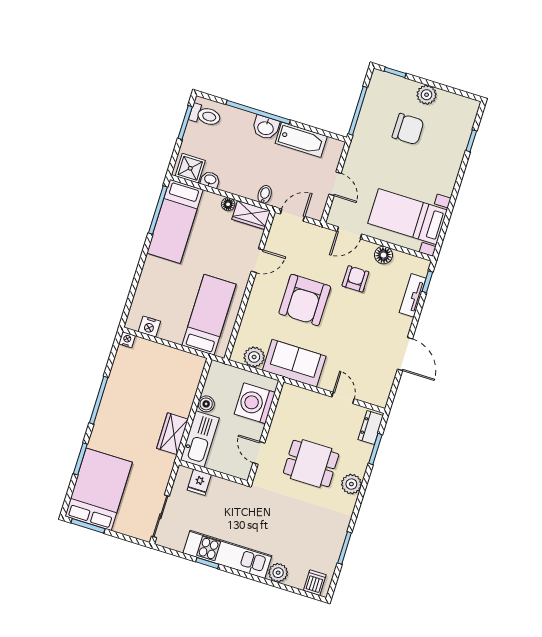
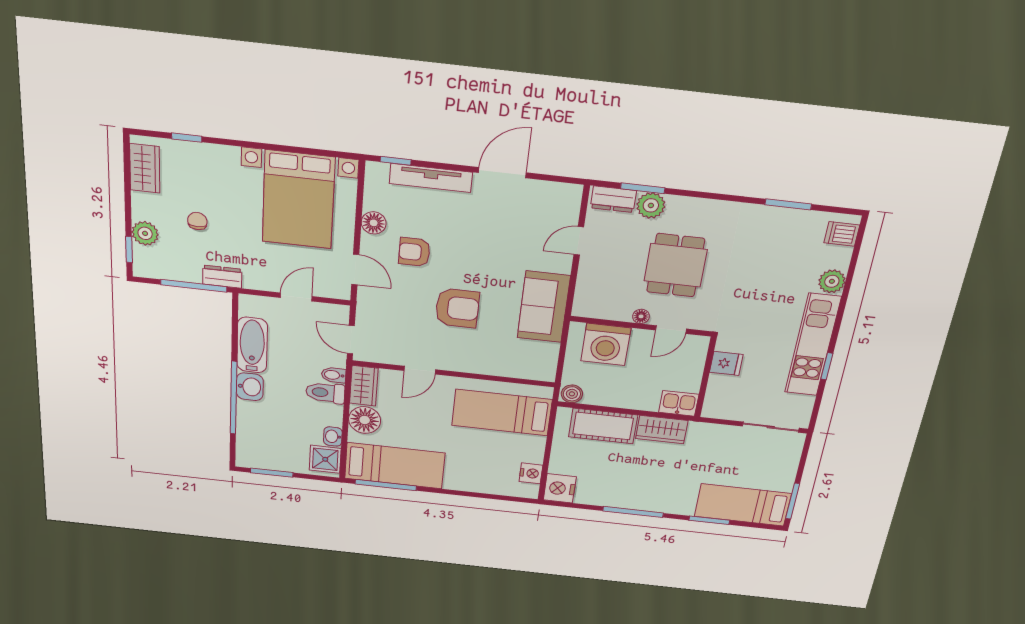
plant: (427, 95) -> (145, 233), moved
wardrobe: (454, 104) -> (145, 168), added
toilet: (205, 115) -> (325, 393), moved, turned -90
chair: (408, 129) -> (197, 221), width x0.54, depth x0.54
dresser: (361, 134) -> (222, 277), added
floor lamp: (228, 204) -> (365, 420), width x1.89, depth x1.89
bed with nightstands: (408, 217) -> (298, 200), width x1.36
door: (257, 261) -> (420, 370), swing flipped
tv unit: (413, 295) -> (431, 178), width x1.41
armchair: (305, 300) -> (457, 308), width x0.73, depth x0.73
nightstand: (127, 340) -> (560, 488), width x1.89, depth x1.79
plant: (254, 357) -> (545, 355), removed
cot: (184, 390) -> (603, 426), added
boiler: (206, 404) -> (572, 394), moved
floor lamp: (274, 433) -> (641, 316), added
kitchen sink: (200, 439) -> (679, 403), width x0.53, depth x0.81
fridge: (199, 482) -> (726, 363), moved
plant: (351, 484) -> (651, 205), moved
bed: (99, 489) -> (743, 505), width x0.67

